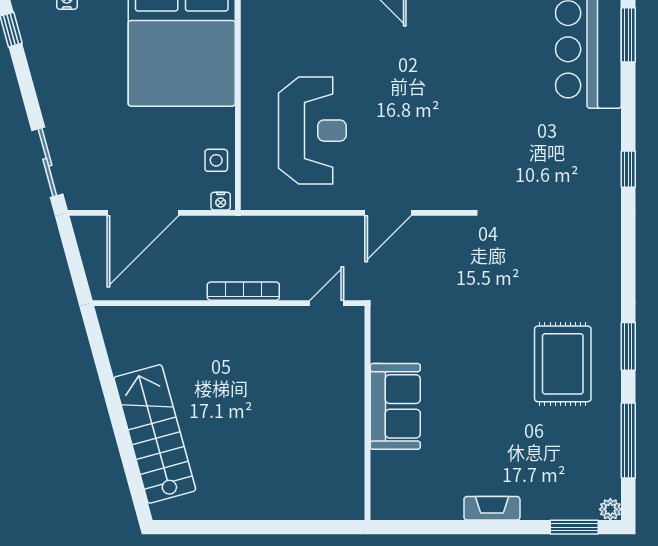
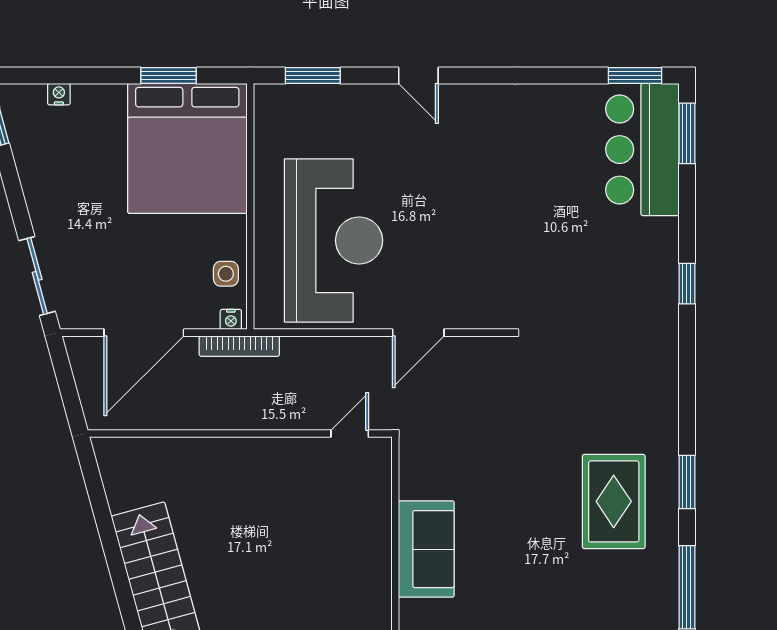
reception desk: (312, 131) -> (334, 240), width x1.36, depth x1.30
bookcase: (243, 291) -> (239, 346), moved, turned 180

